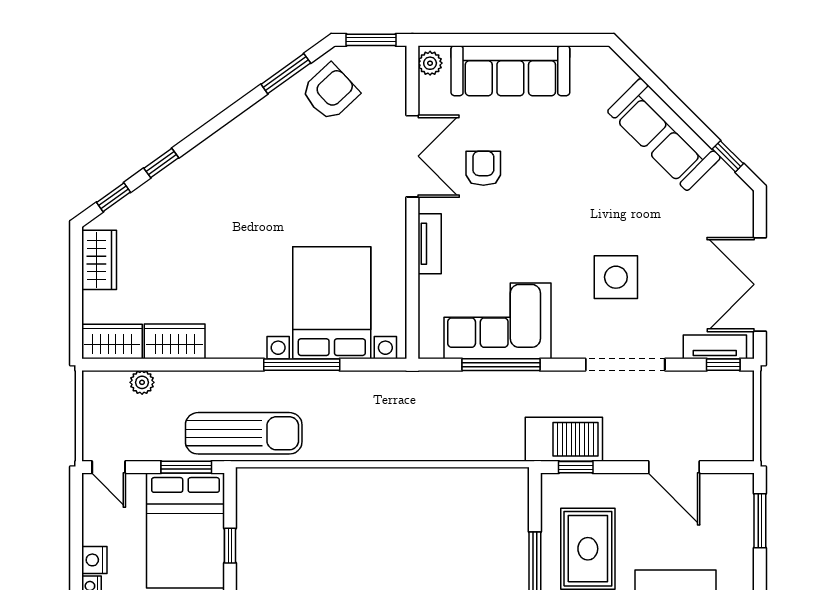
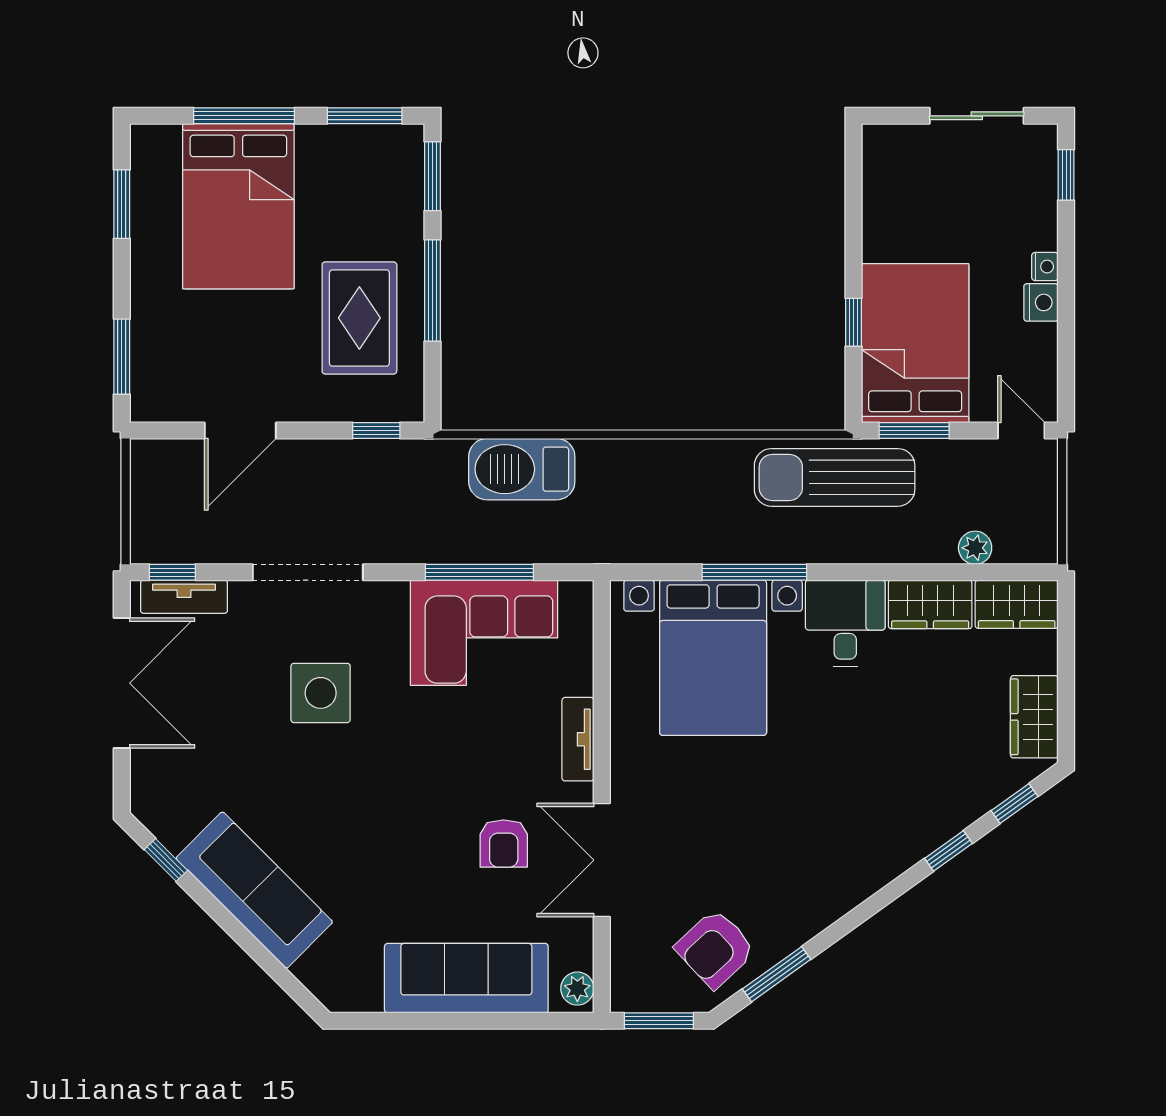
desk: (236, 328) -> (845, 623), added
barbecue: (564, 439) -> (522, 469), moved
door: (674, 467) -> (240, 431), swing flipped

